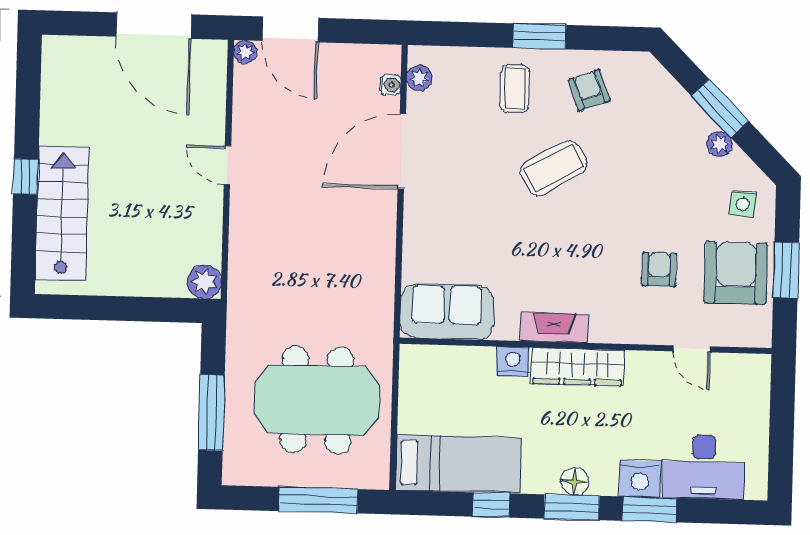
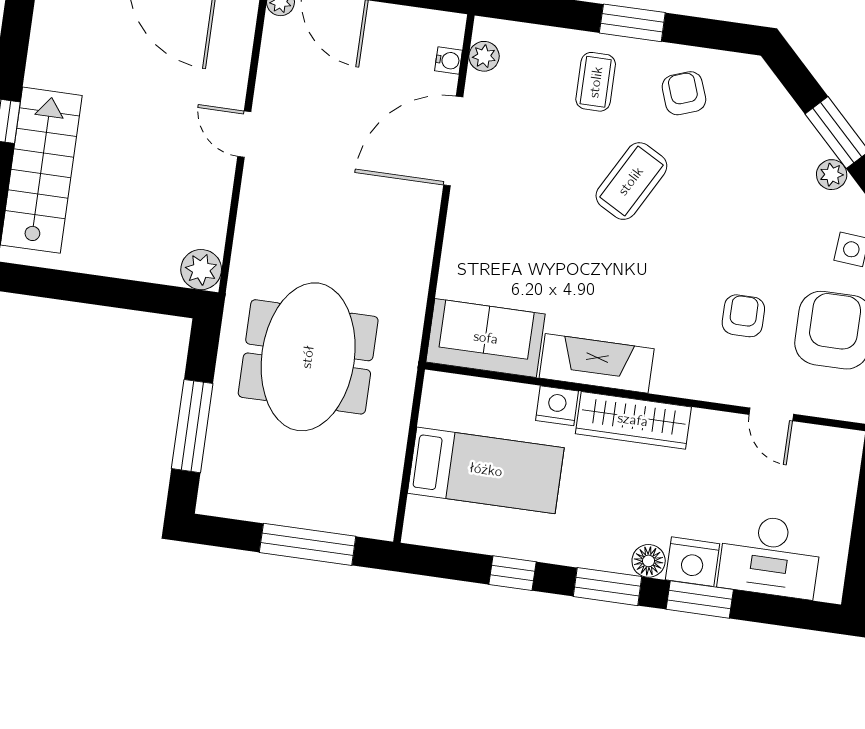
coffee table: (554, 168) -> (631, 181), turned -31
fireplace: (554, 328) -> (597, 363), width x1.37, depth x1.32
meeting table: (317, 400) -> (308, 357), moved, turned 90
bed: (458, 464) -> (486, 470), moved
floor lamp: (575, 481) -> (649, 561), moved

